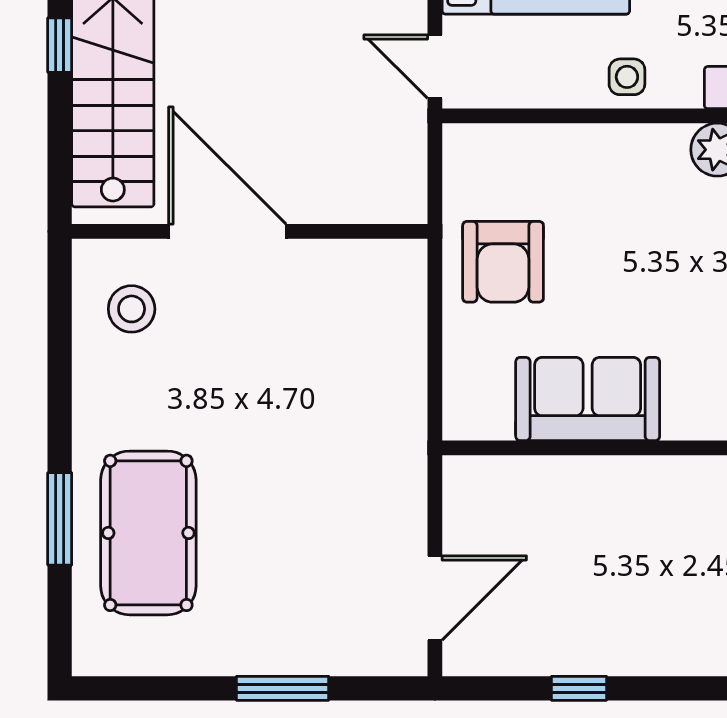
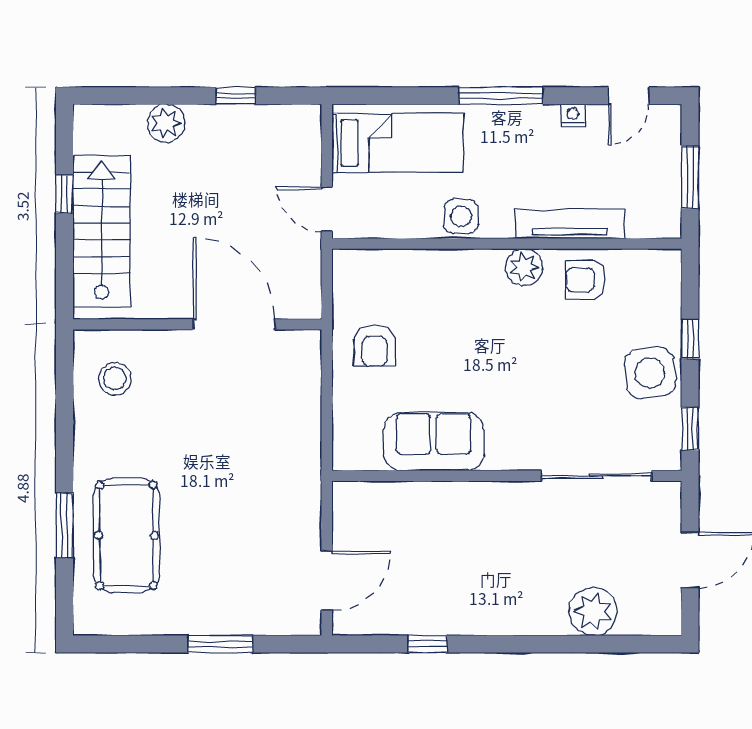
side table: (627, 77) -> (461, 216), width x1.37, depth x1.37
door: (227, 231) -> (234, 324), moved
armchair: (503, 262) -> (374, 346), width x0.72, depth x0.72

